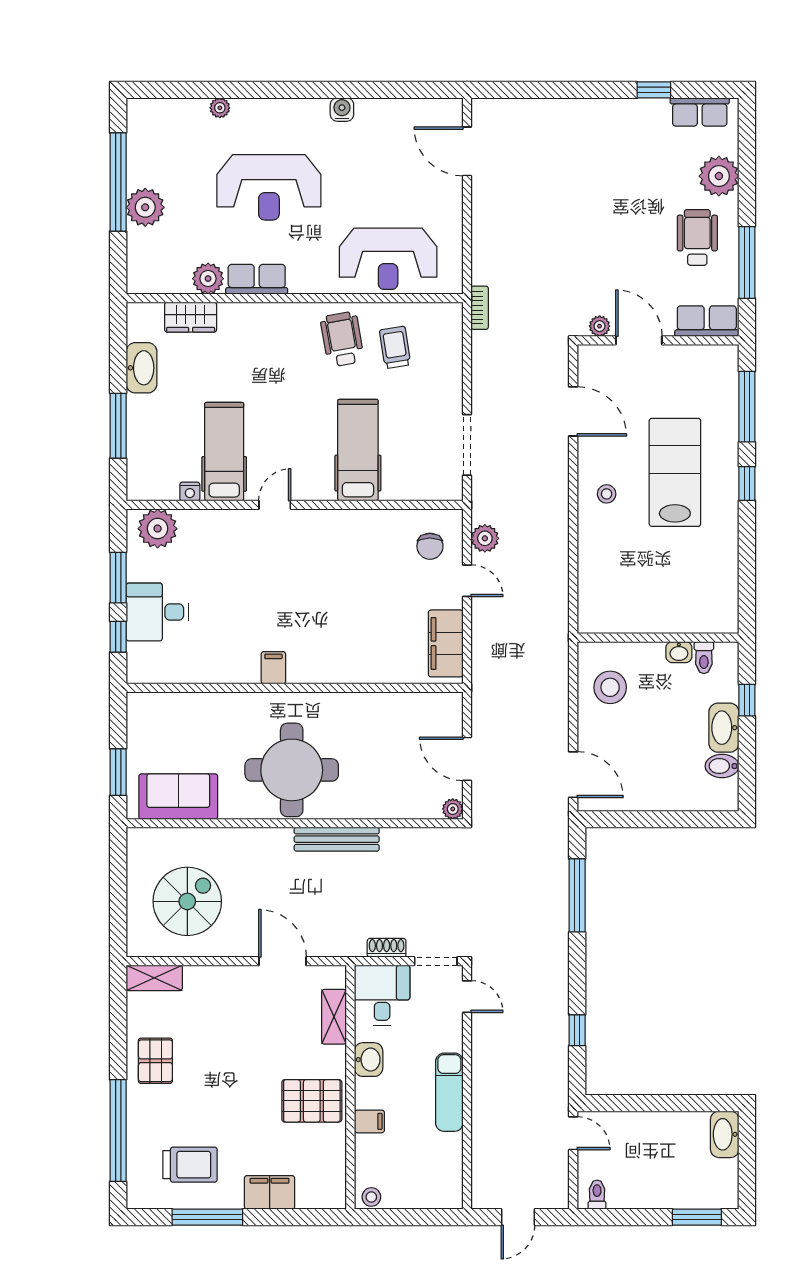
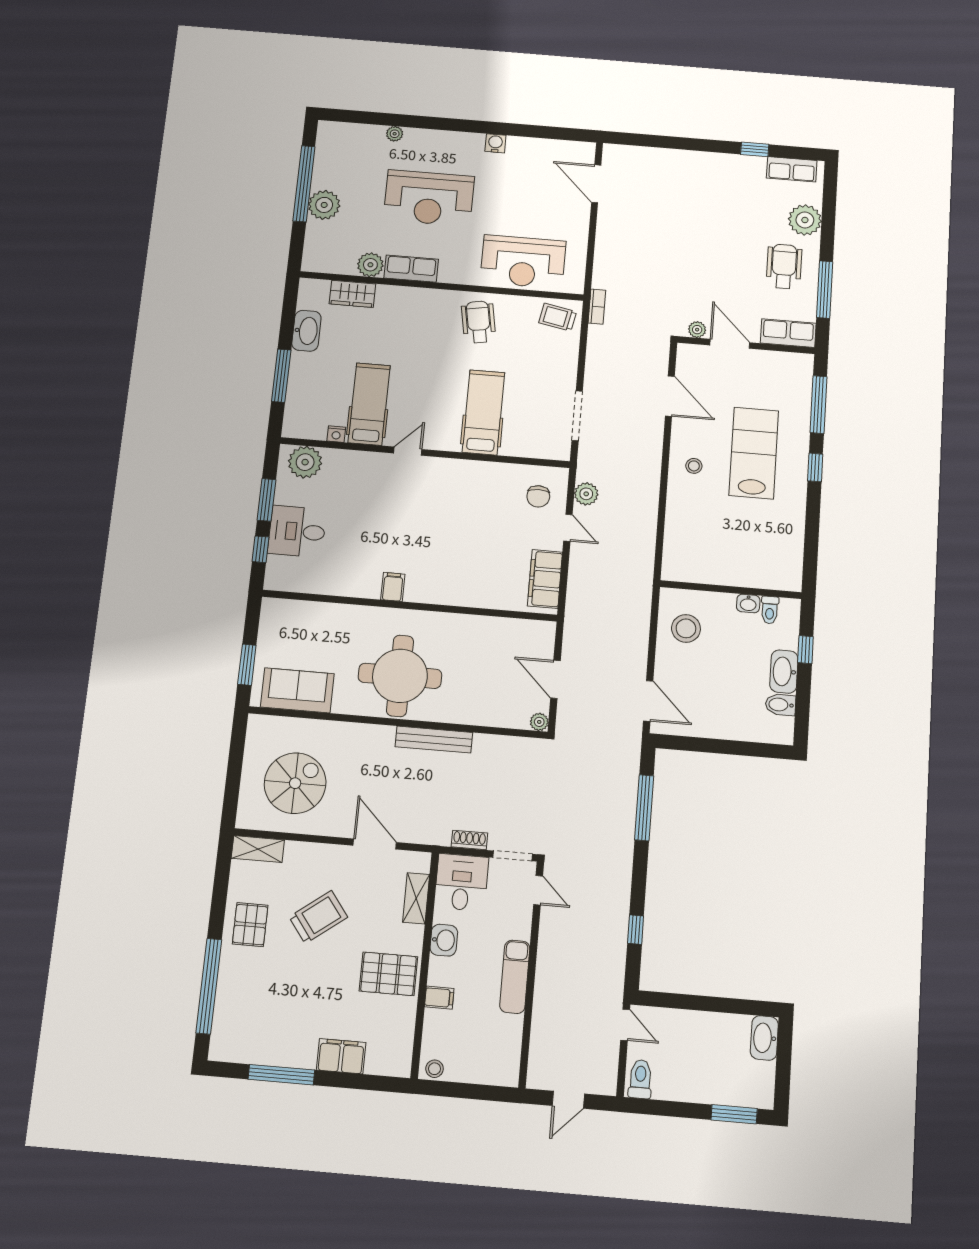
trolley: (395, 347) -> (558, 317), moved, turned -70
trolley: (190, 1165) -> (318, 917), moved, turned -37
toilet: (597, 1195) -> (640, 1079), width x1.37, depth x1.39

